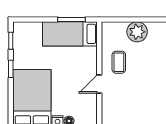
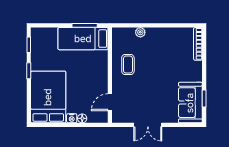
plant: (137, 32) -> (140, 32), width x0.53, depth x0.53
door: (99, 84) -> (110, 102), moved

